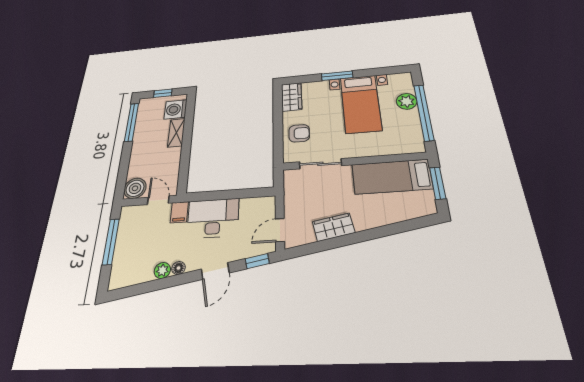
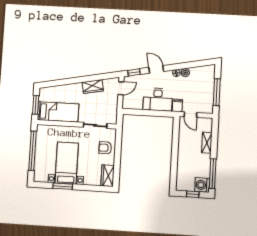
window: (337, 76) -> (63, 186), moved
plant: (407, 101) -> (40, 160), removed
washing machine: (176, 109) -> (202, 185), moved, turned 180
shelving: (176, 133) -> (207, 143), moved
boiler: (135, 188) -> (206, 124), removed
door: (215, 271) -> (156, 69), hinge flipped

